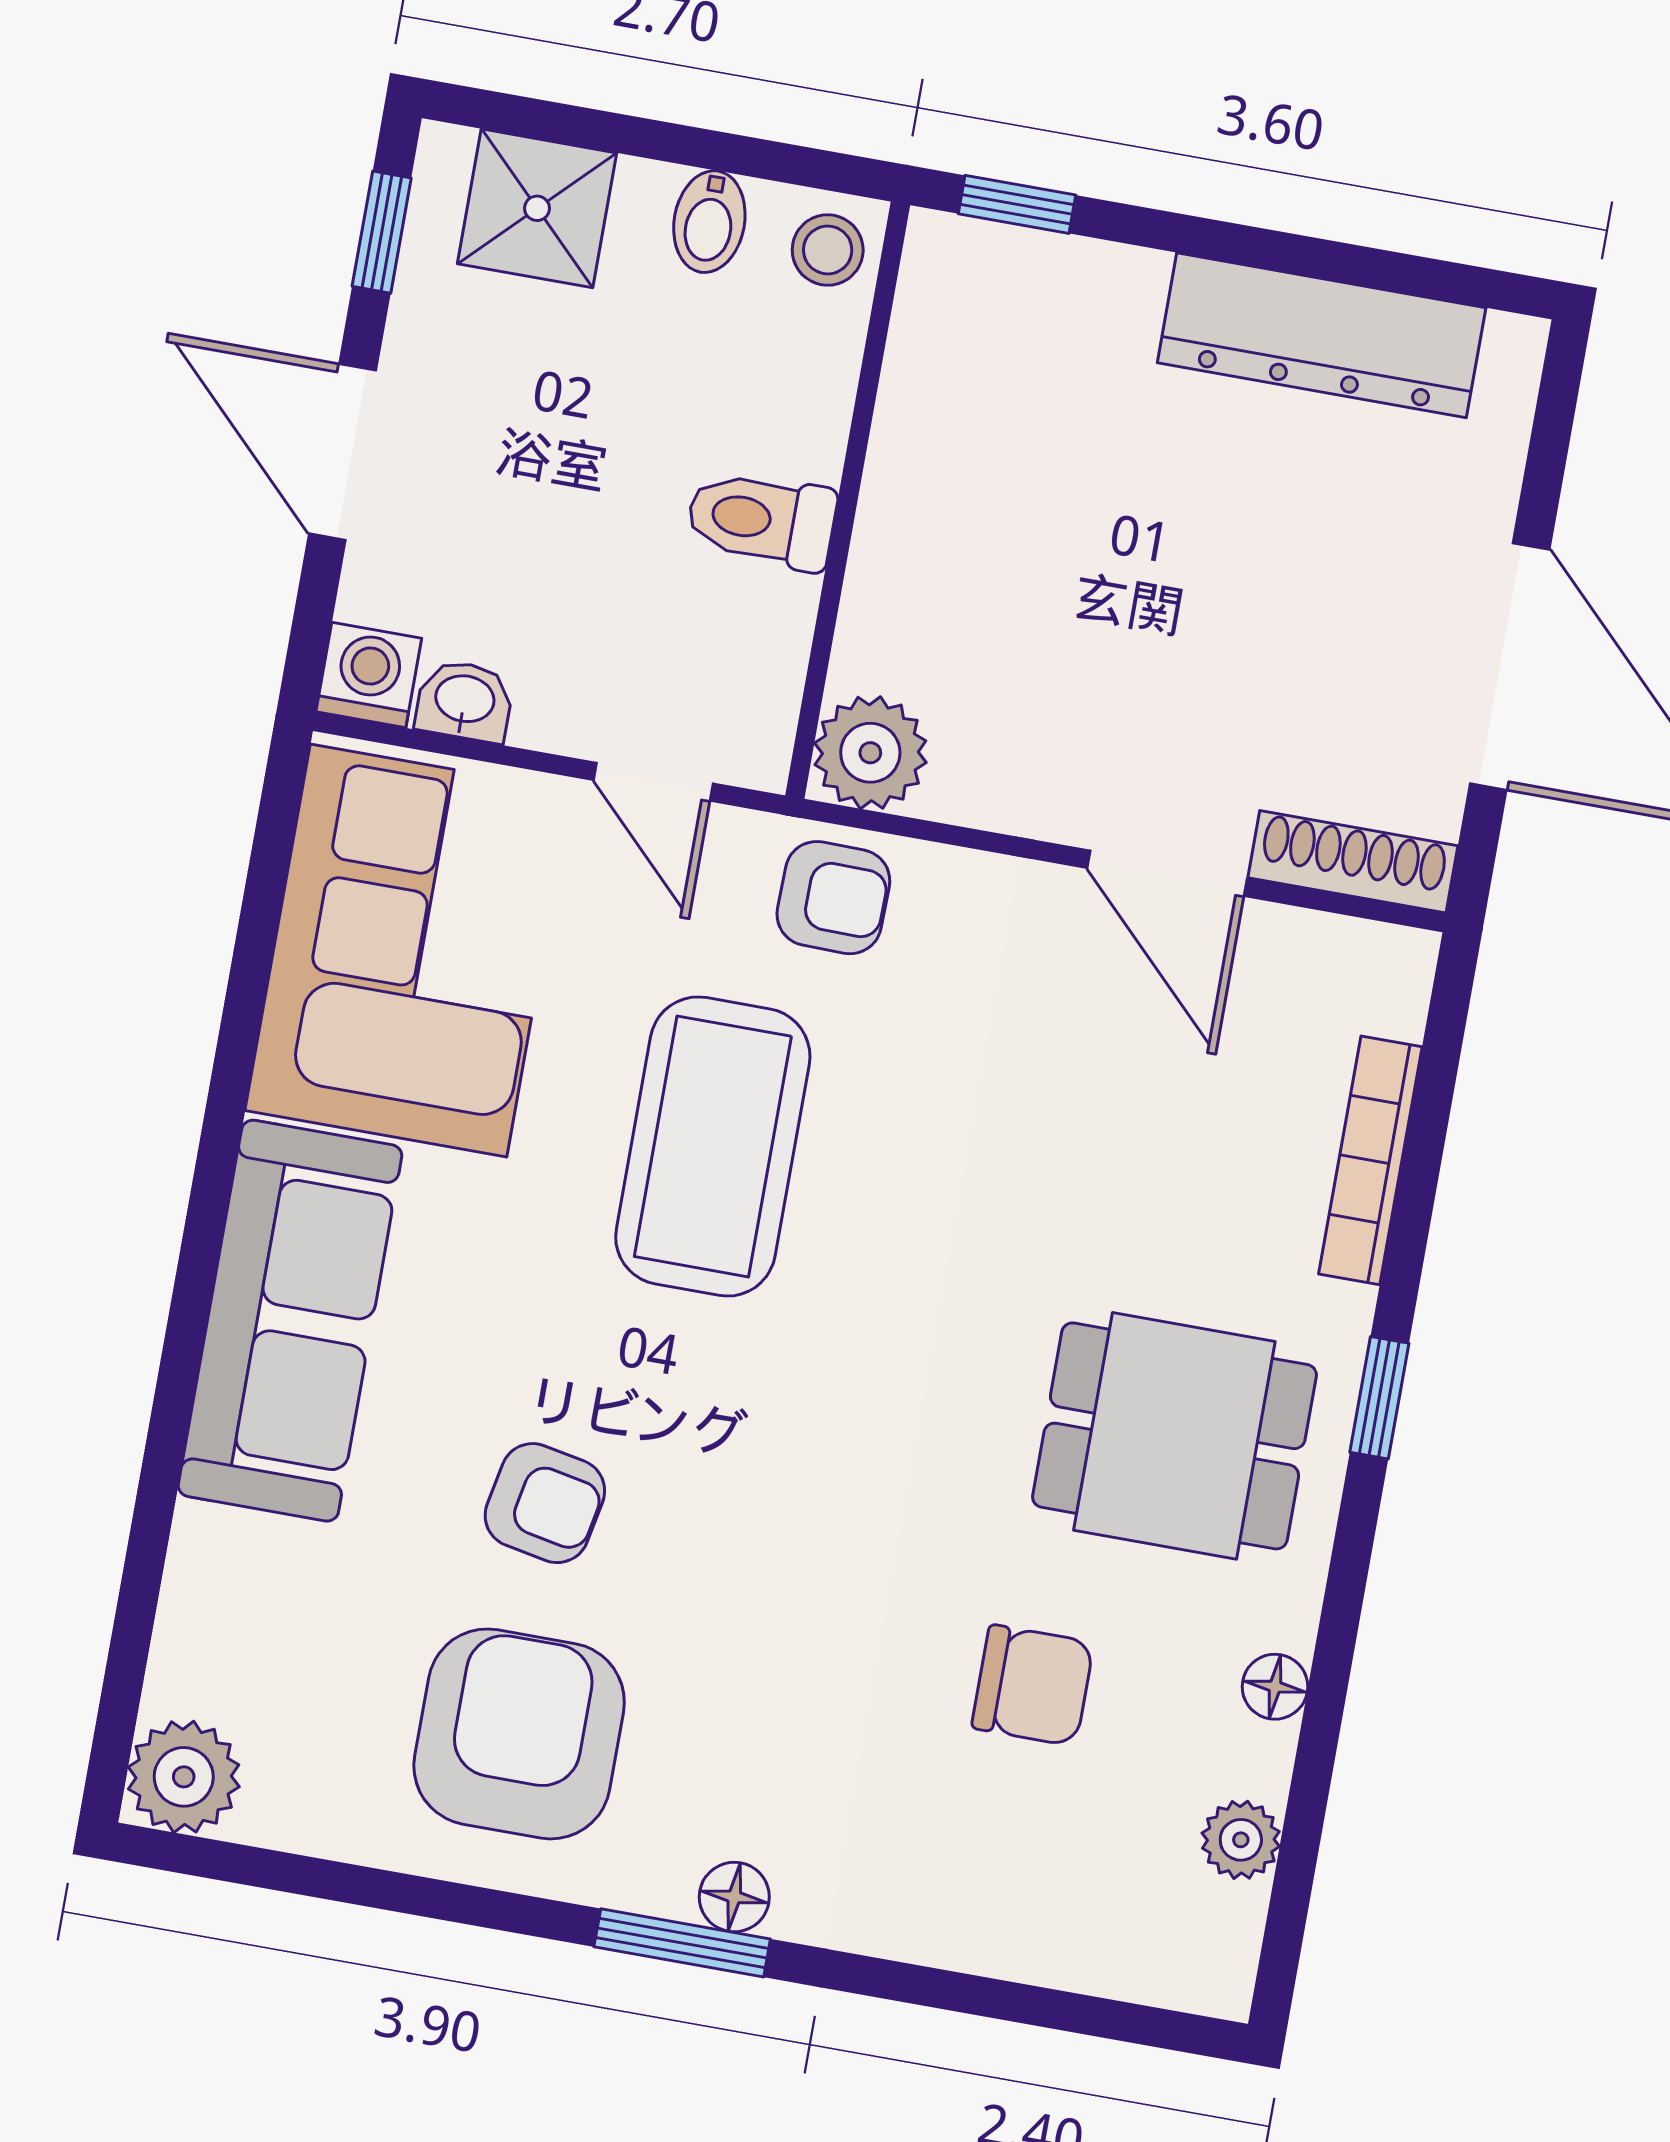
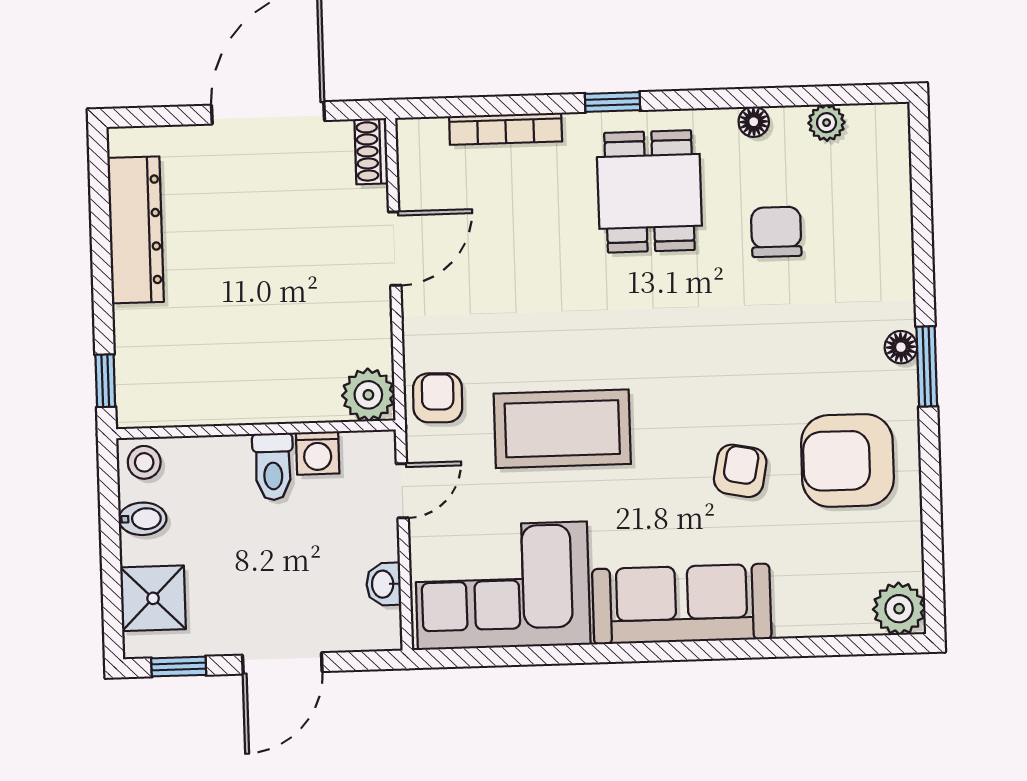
washing machine: (369, 675) -> (318, 453), moved, turned -90
shoe rack: (1353, 862) -> (371, 151), width x0.70

